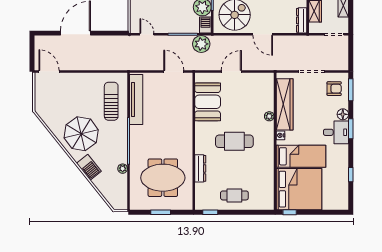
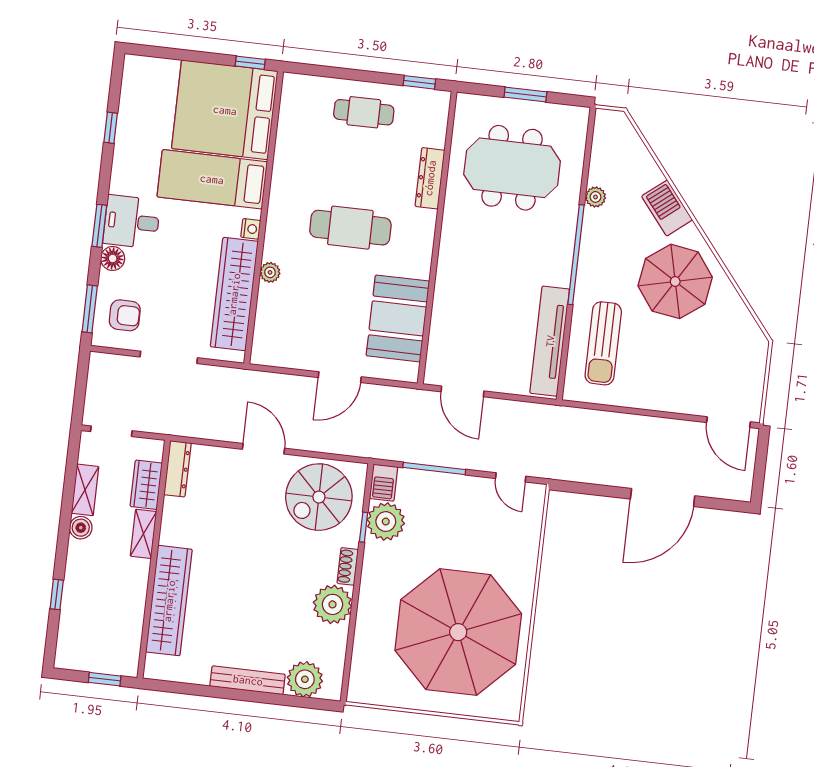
plant: (201, 44) -> (397, 443), removed
armchair: (334, 89) -> (125, 315), turned 180

